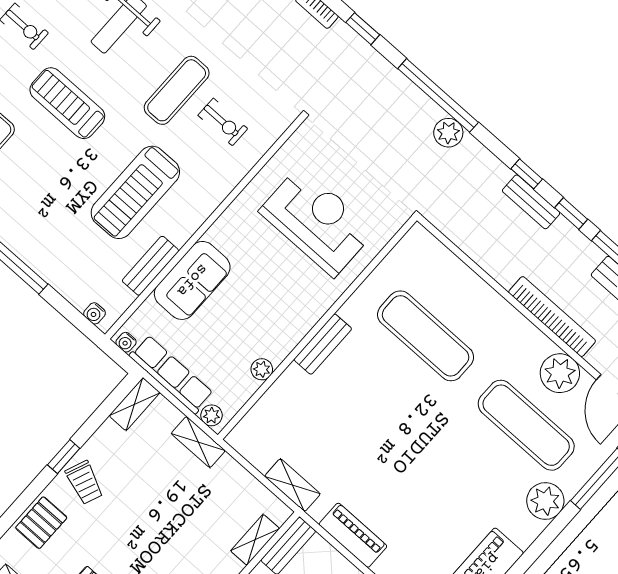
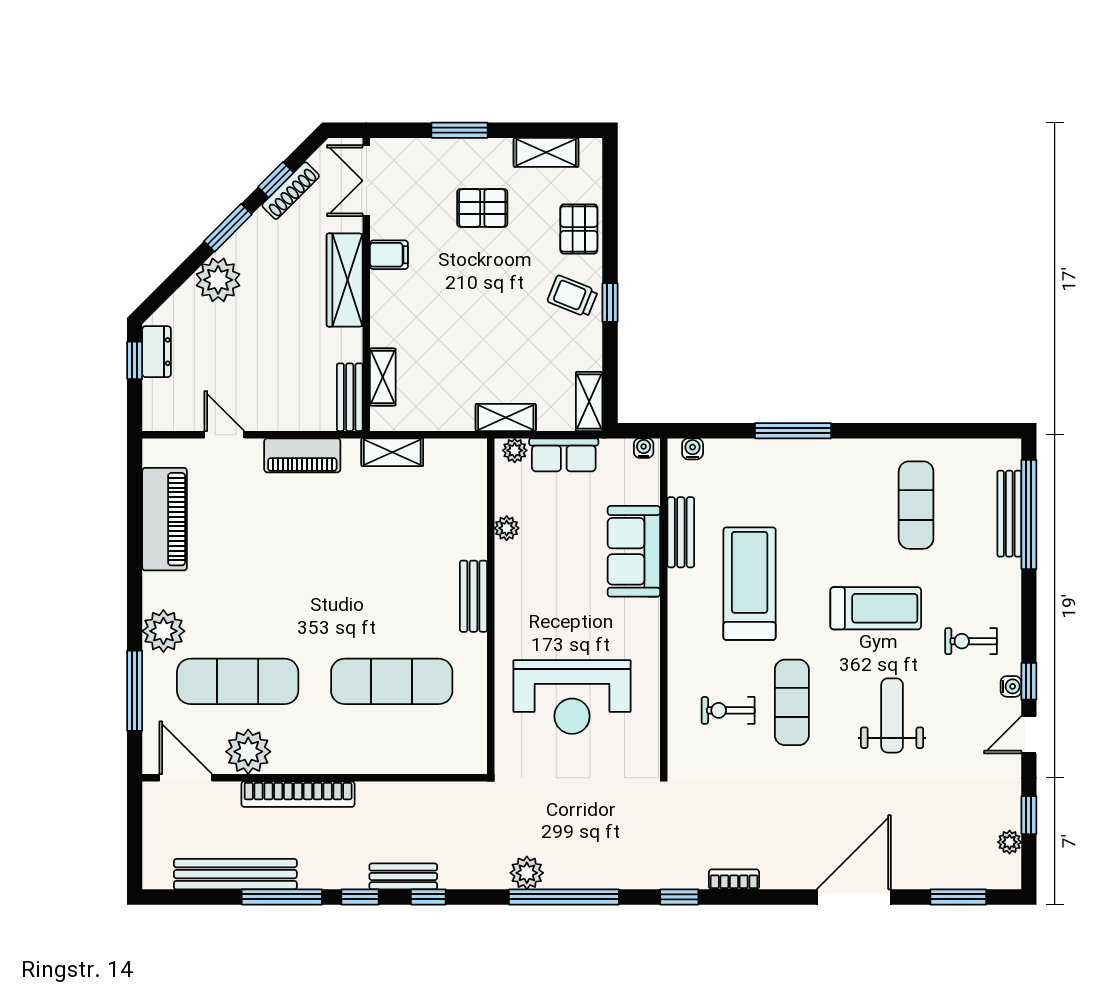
row of seats: (171, 374) -> (564, 455), width x0.68

